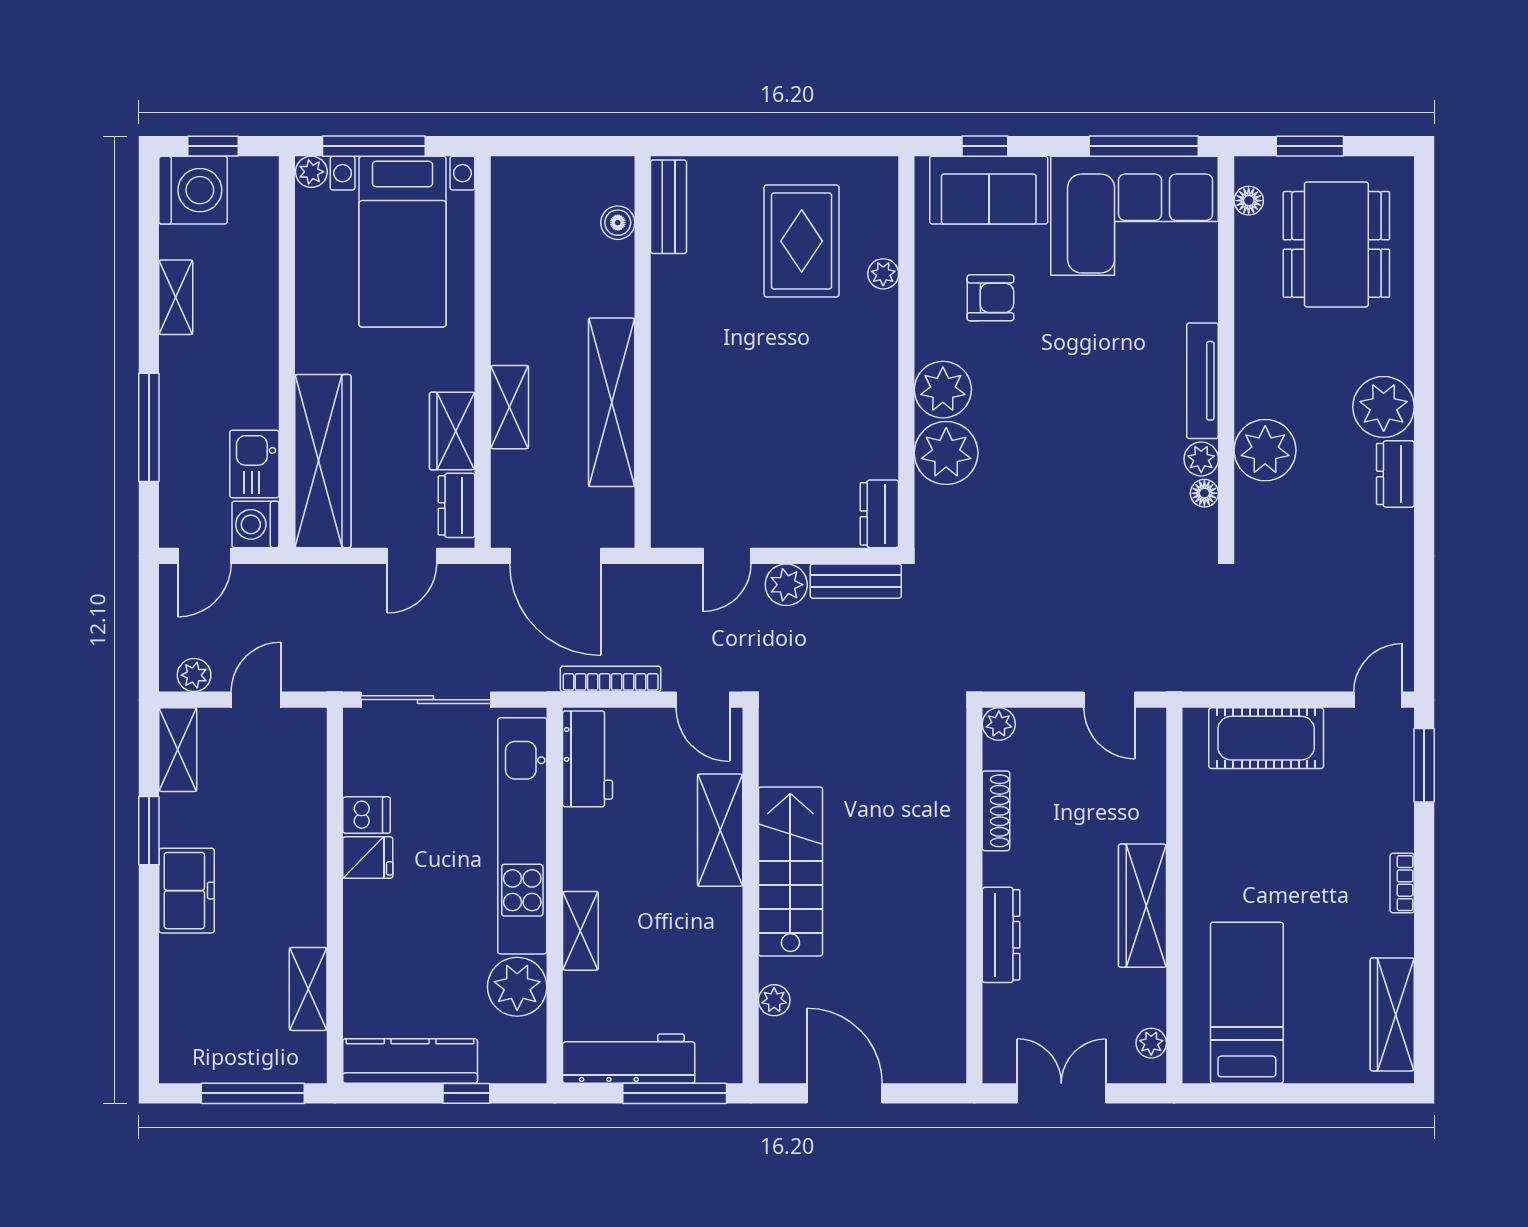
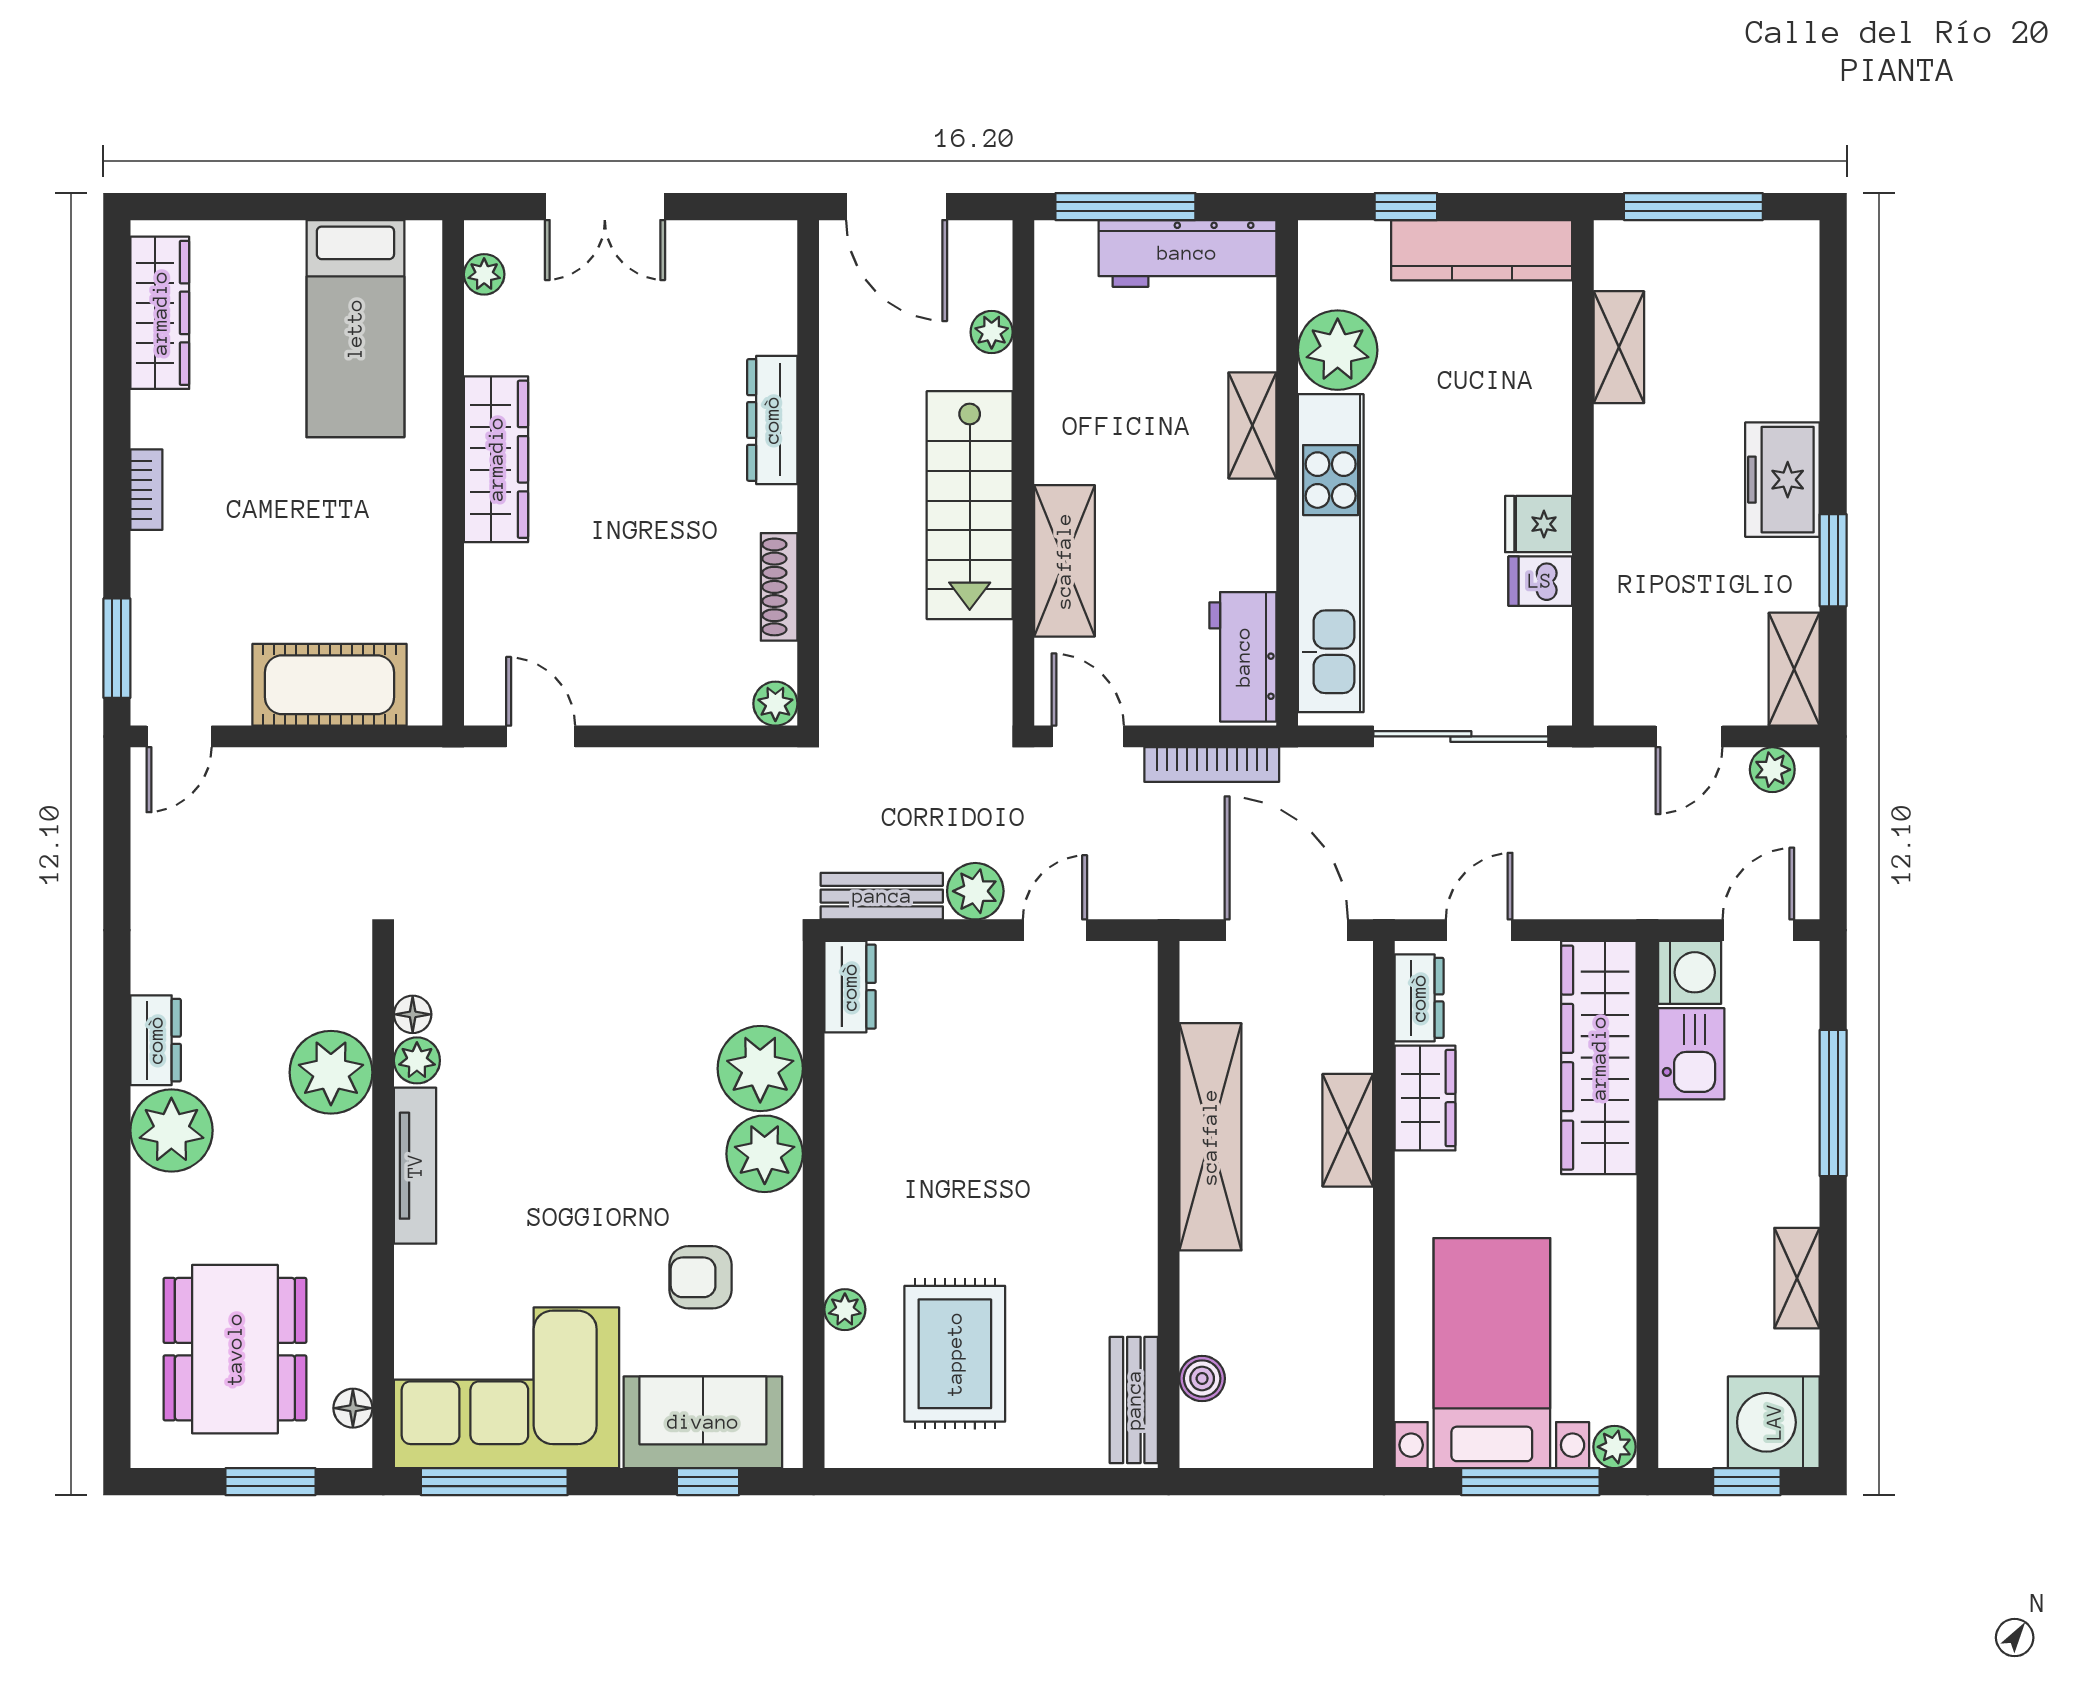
plant: (999, 724) -> (775, 704), moved
shoe rack: (996, 811) -> (779, 587), moved
wall: (974, 896) -> (808, 473), moved
dresser: (1001, 935) -> (772, 420), moved

